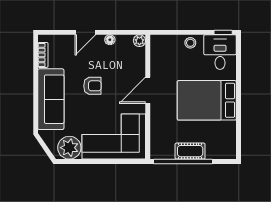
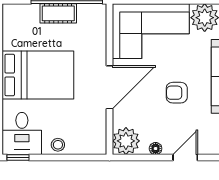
plant: (139, 41) -> (126, 141), width x1.88, depth x1.88
door: (148, 90) -> (109, 87), width x1.36

